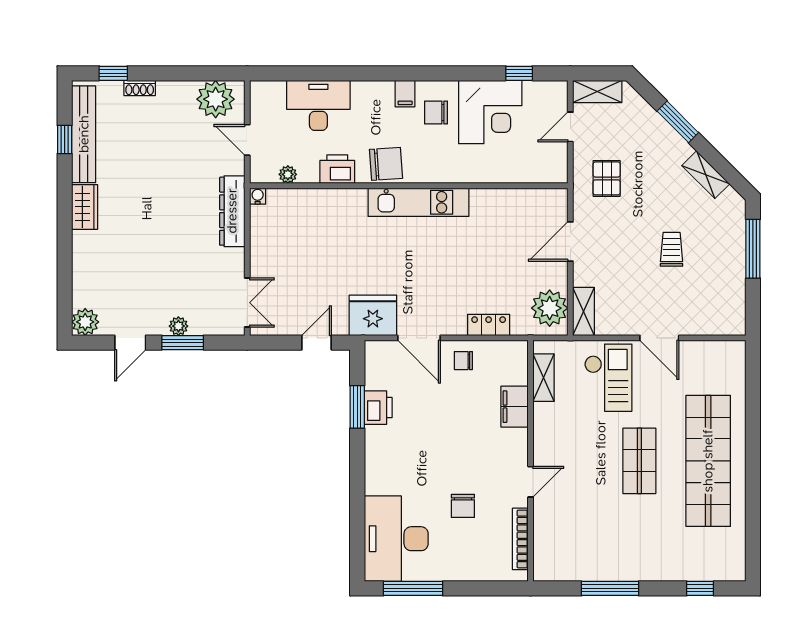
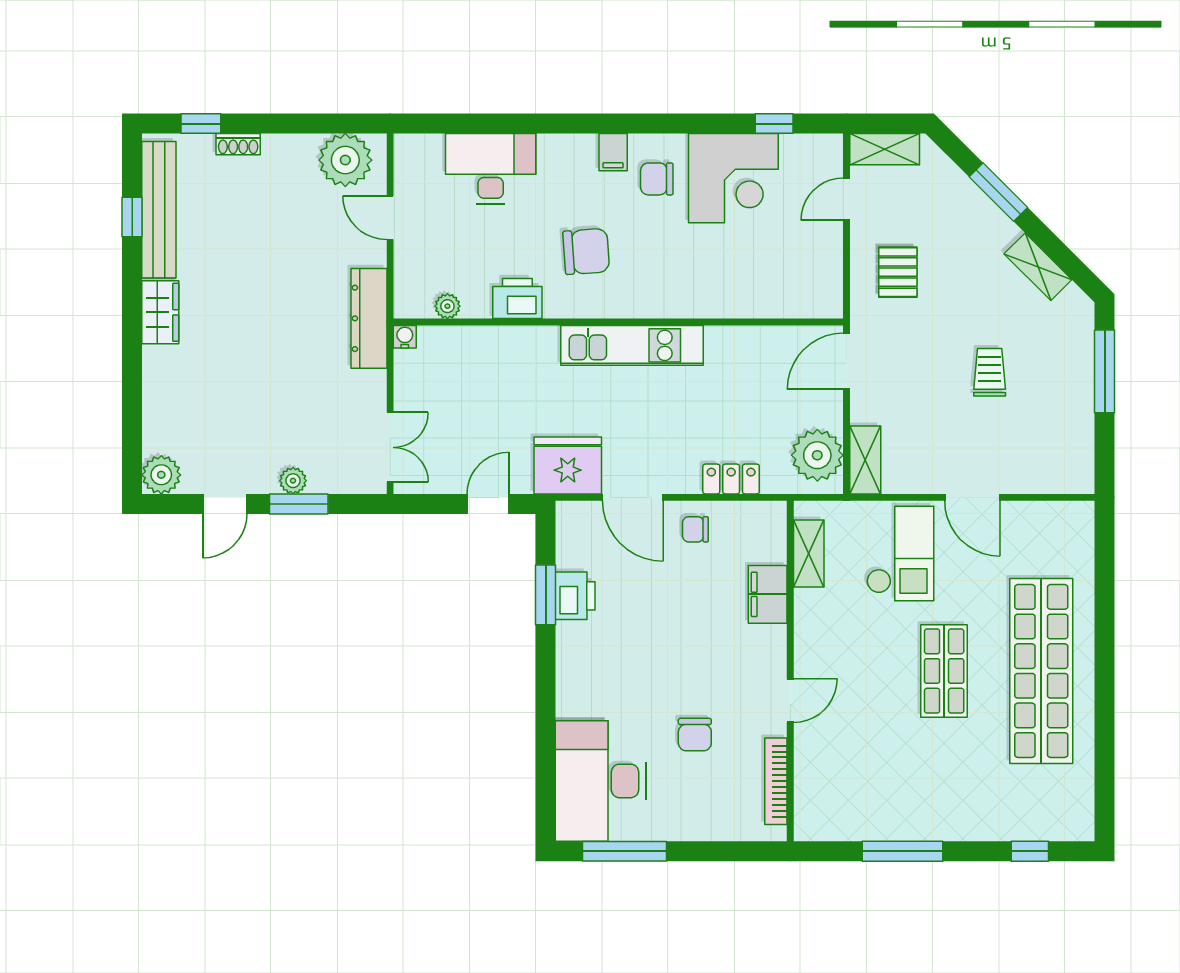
printer: (337, 169) -> (517, 299), moved
plant: (288, 174) -> (447, 306), moved
wall: (409, 186) -> (618, 322), moved
water cooler: (258, 196) -> (405, 337), moved
kitchen unit: (418, 202) -> (632, 345), moved

